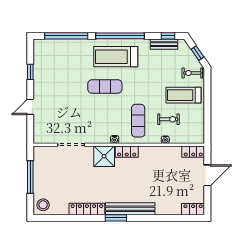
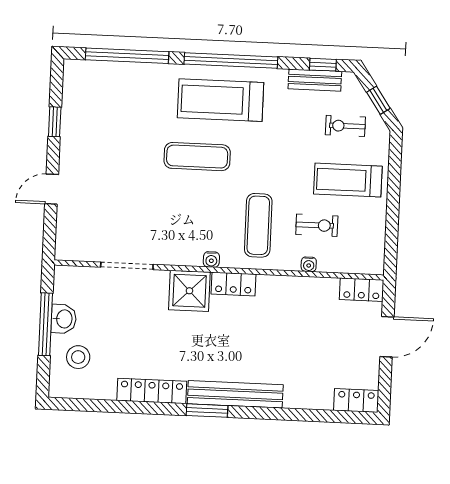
exercise bike: (192, 73) -> (345, 126), moved
washbasin: (40, 174) -> (64, 319), added
stool: (43, 205) -> (78, 357), moved

